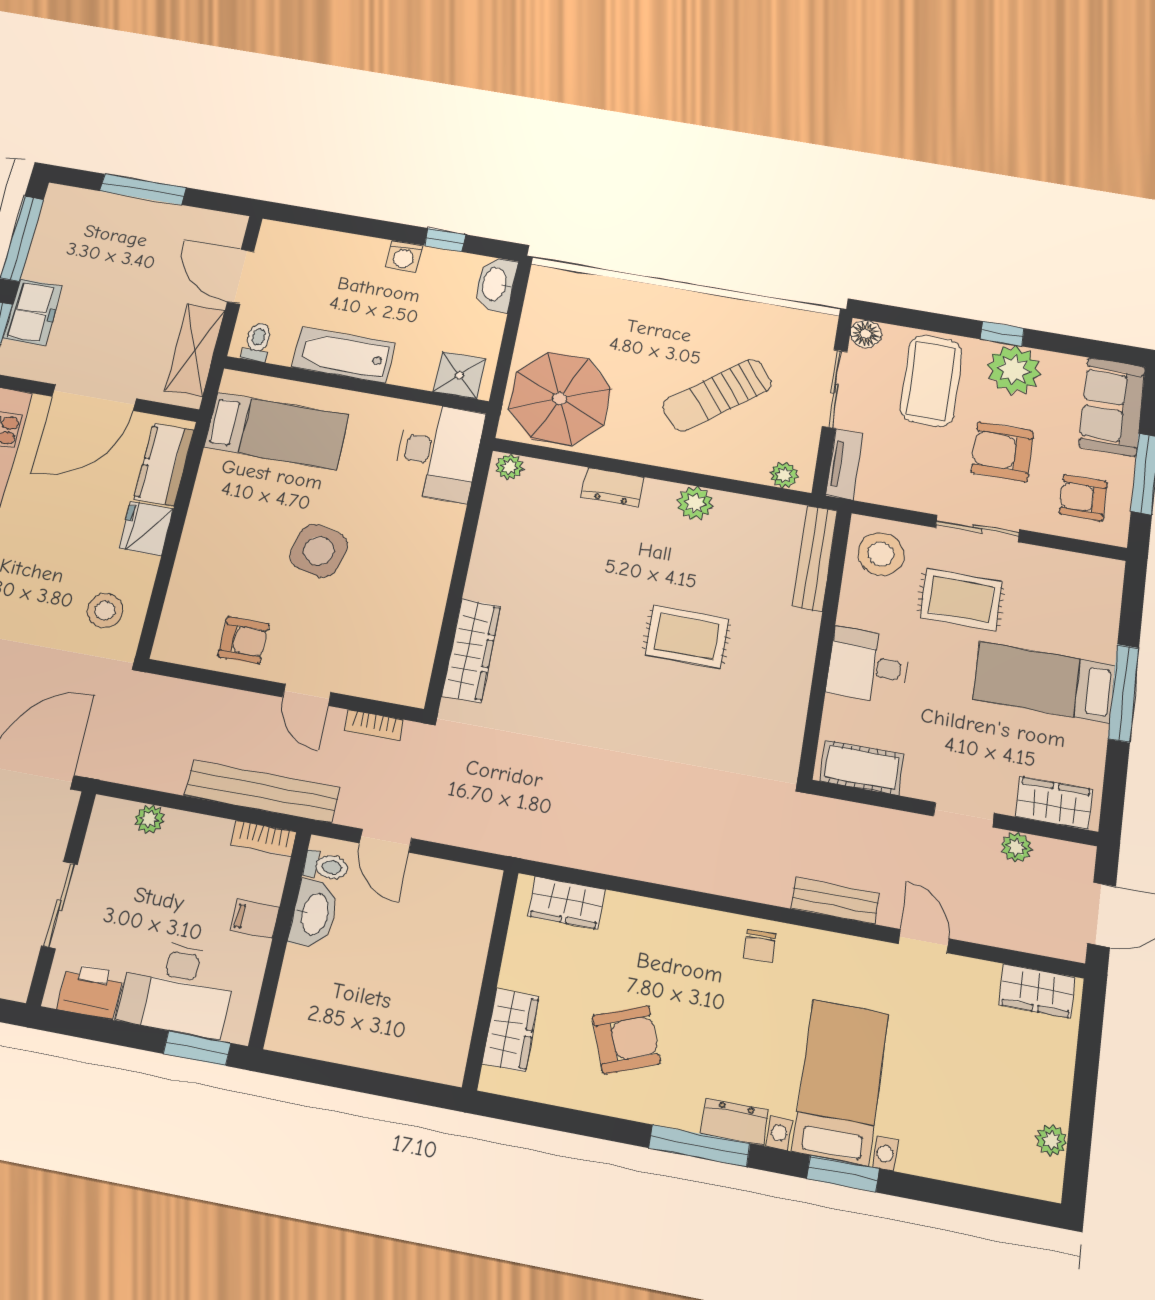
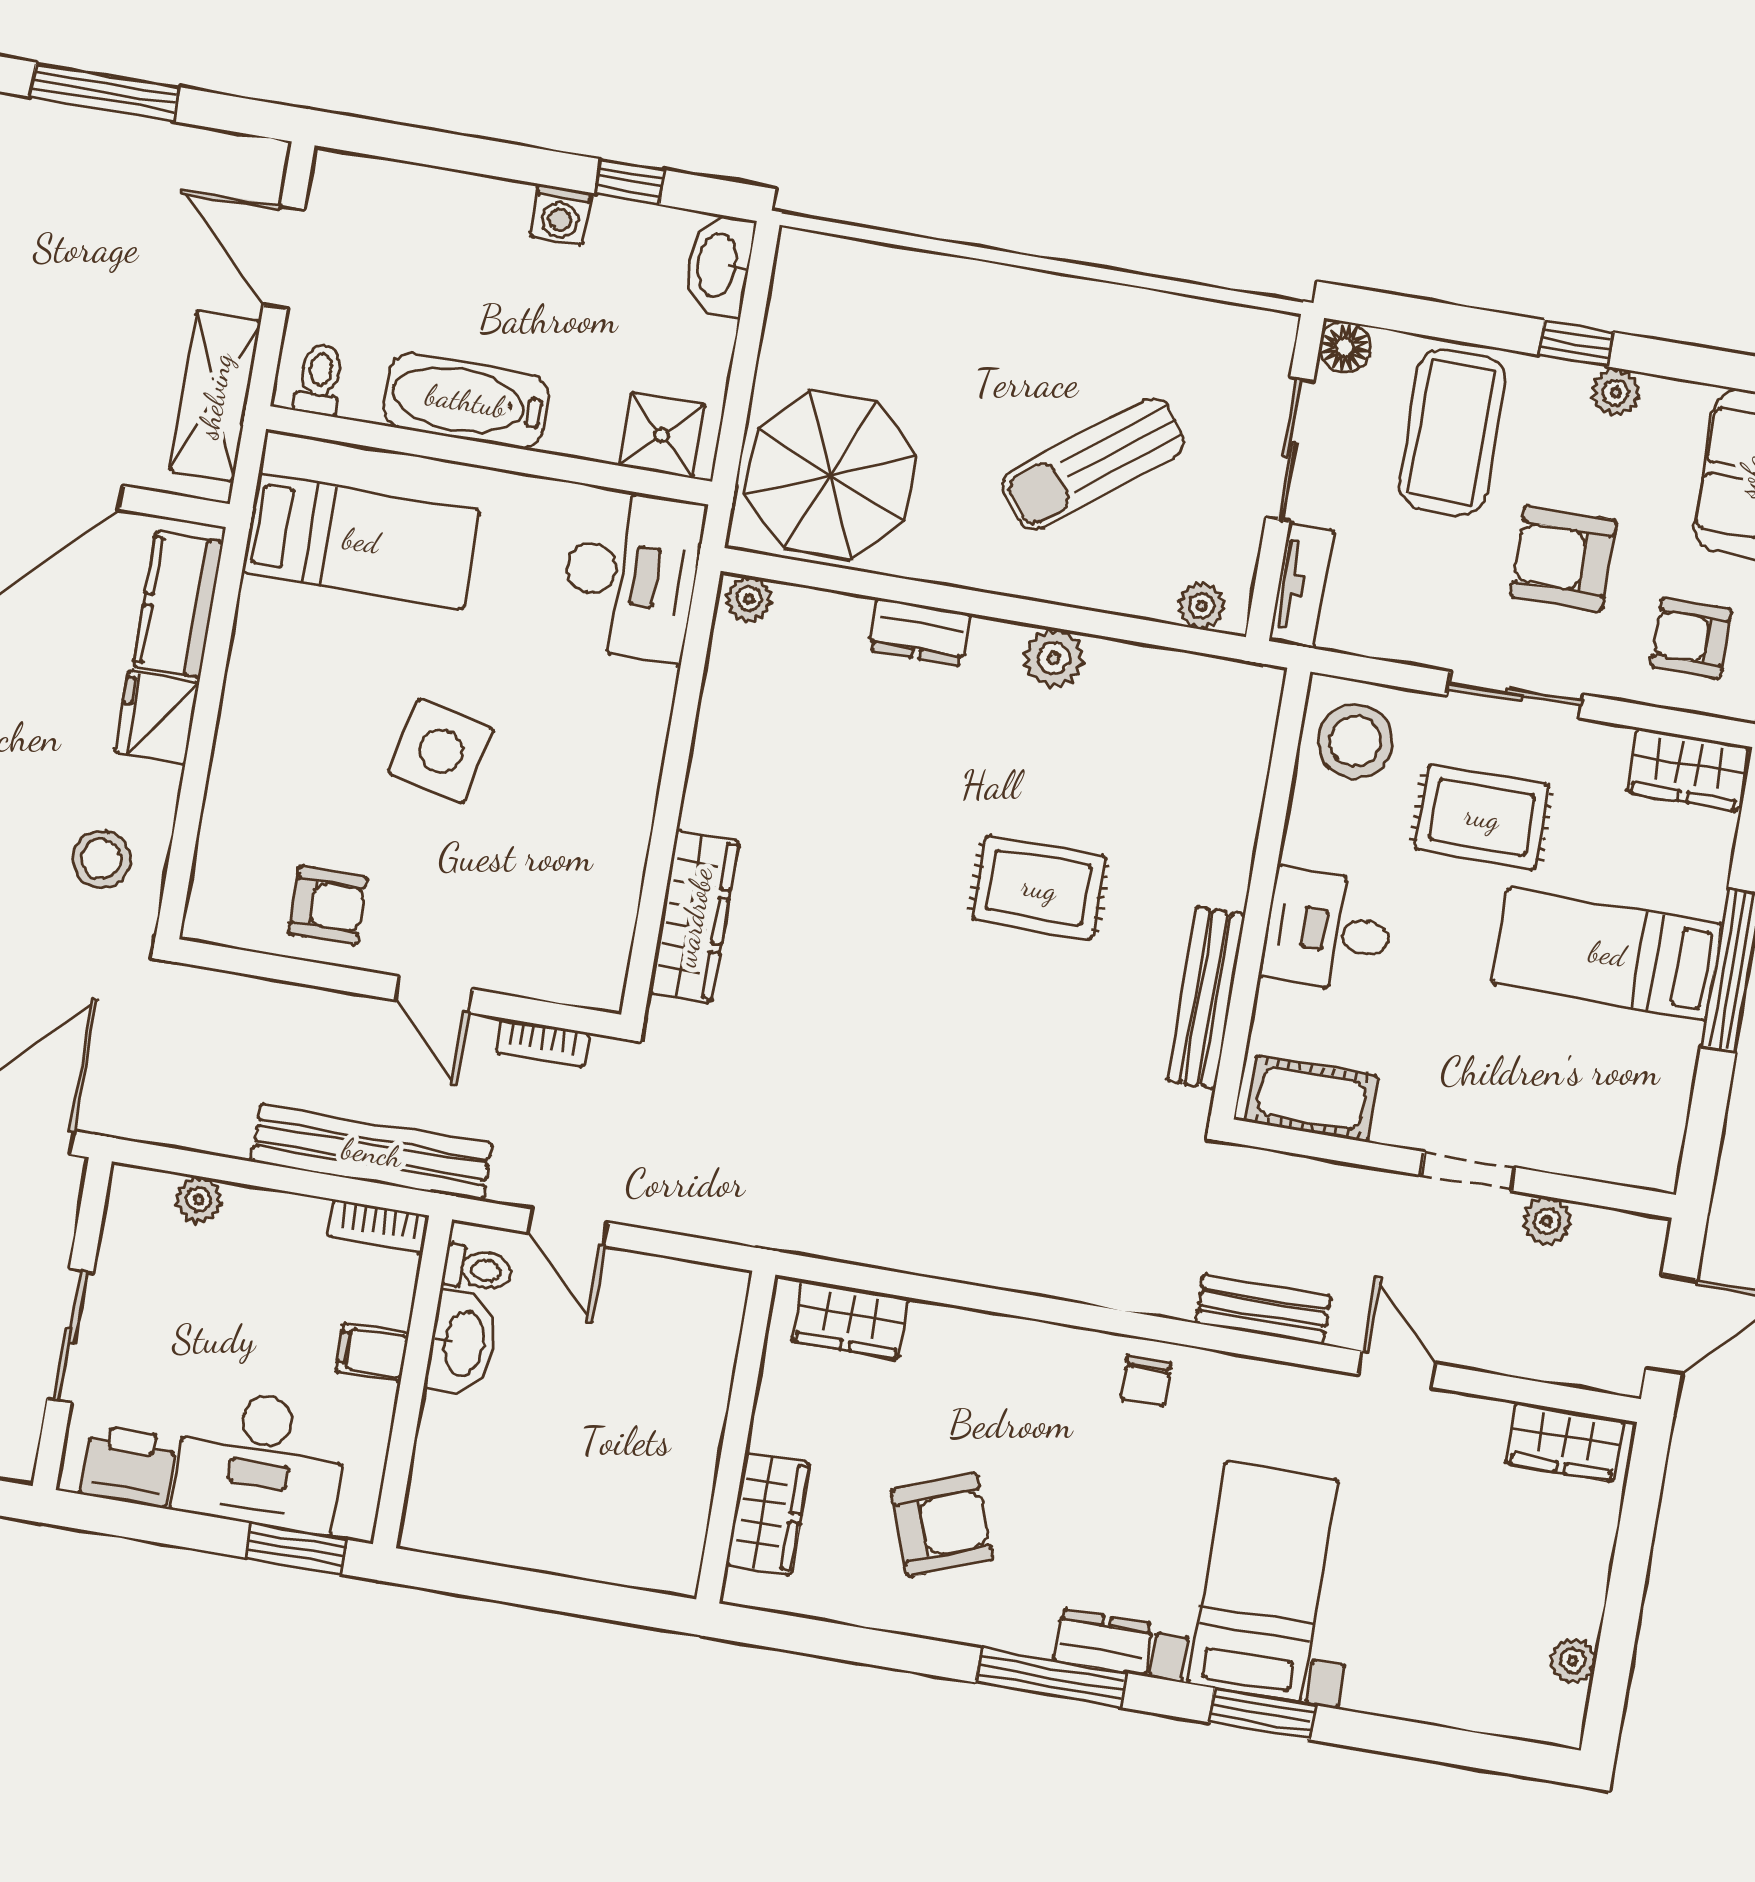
plant: (1014, 370) -> (1616, 392), width x0.53, depth x0.53
bench: (815, 558) -> (1206, 998), moved
wardrobe: (1054, 803) -> (1688, 769), moved, turned 180

